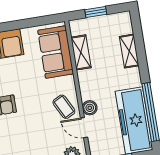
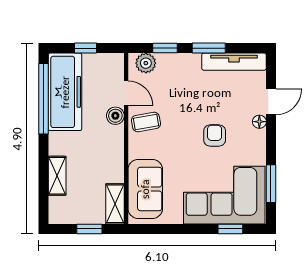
shelving: (81, 52) -> (115, 204), moved
coffee table: (64, 107) -> (146, 122), turned -73

